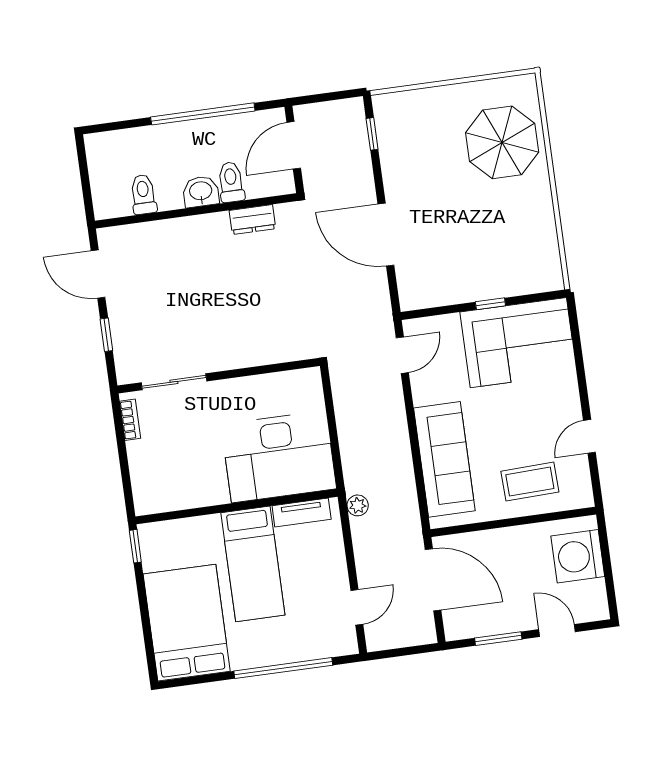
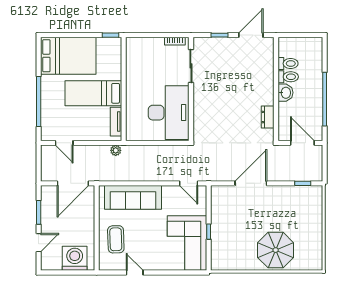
parasol: (502, 142) -> (276, 250), moved
toilet: (231, 182) -> (288, 77), moved
desk: (279, 457) -> (169, 113), moved, turned 180

